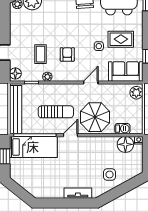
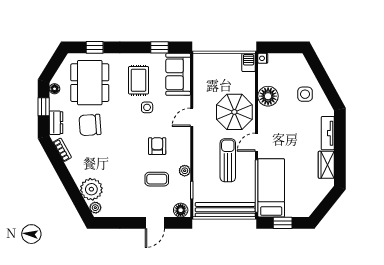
armchair: (67, 54) -> (157, 146), turned 90
door: (91, 83) -> (192, 117), hinge flipped
plant: (136, 93) -> (204, 61), removed
barbecue: (122, 129) -> (249, 62), moved
door: (71, 135) -> (257, 142), hinge flipped
floor lamp: (125, 144) -> (268, 96), moved
wardrobe: (52, 192) -> (326, 165), added

